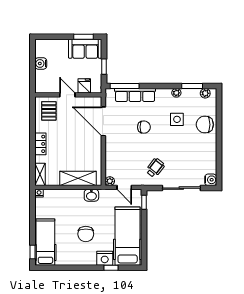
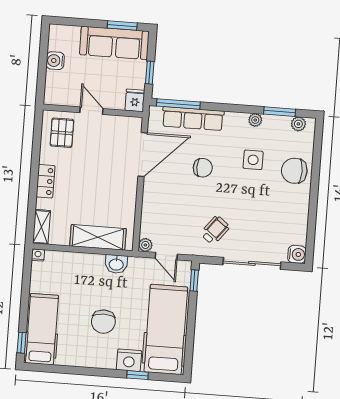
sofa: (85, 49) -> (114, 43), width x1.36
fridge: (84, 86) -> (135, 100), moved
door: (103, 121) -> (143, 155), swing flipped

